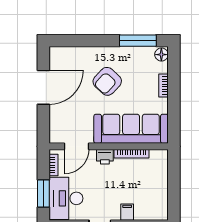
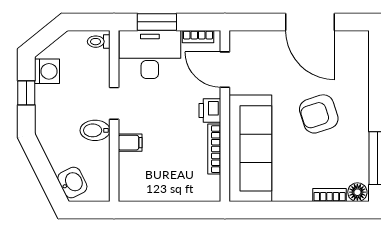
armchair: (107, 81) -> (319, 114), turned -61
bookcase: (163, 86) -> (330, 195), moved

